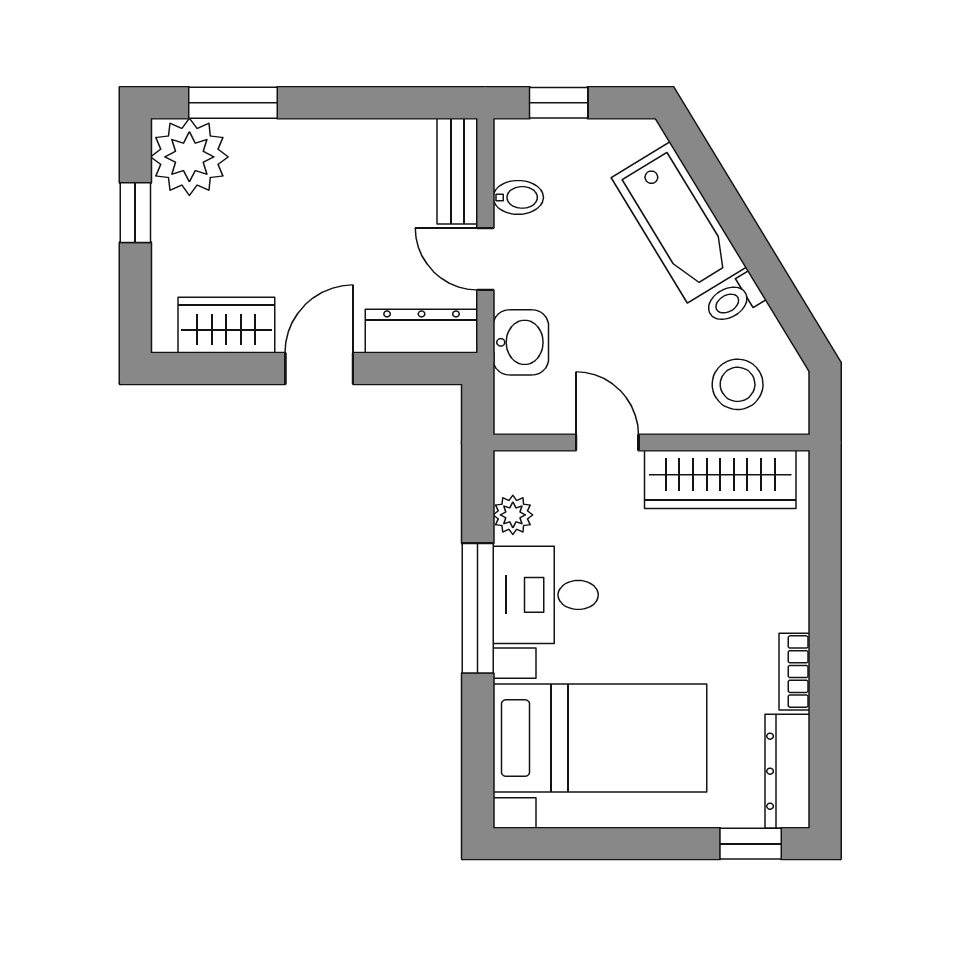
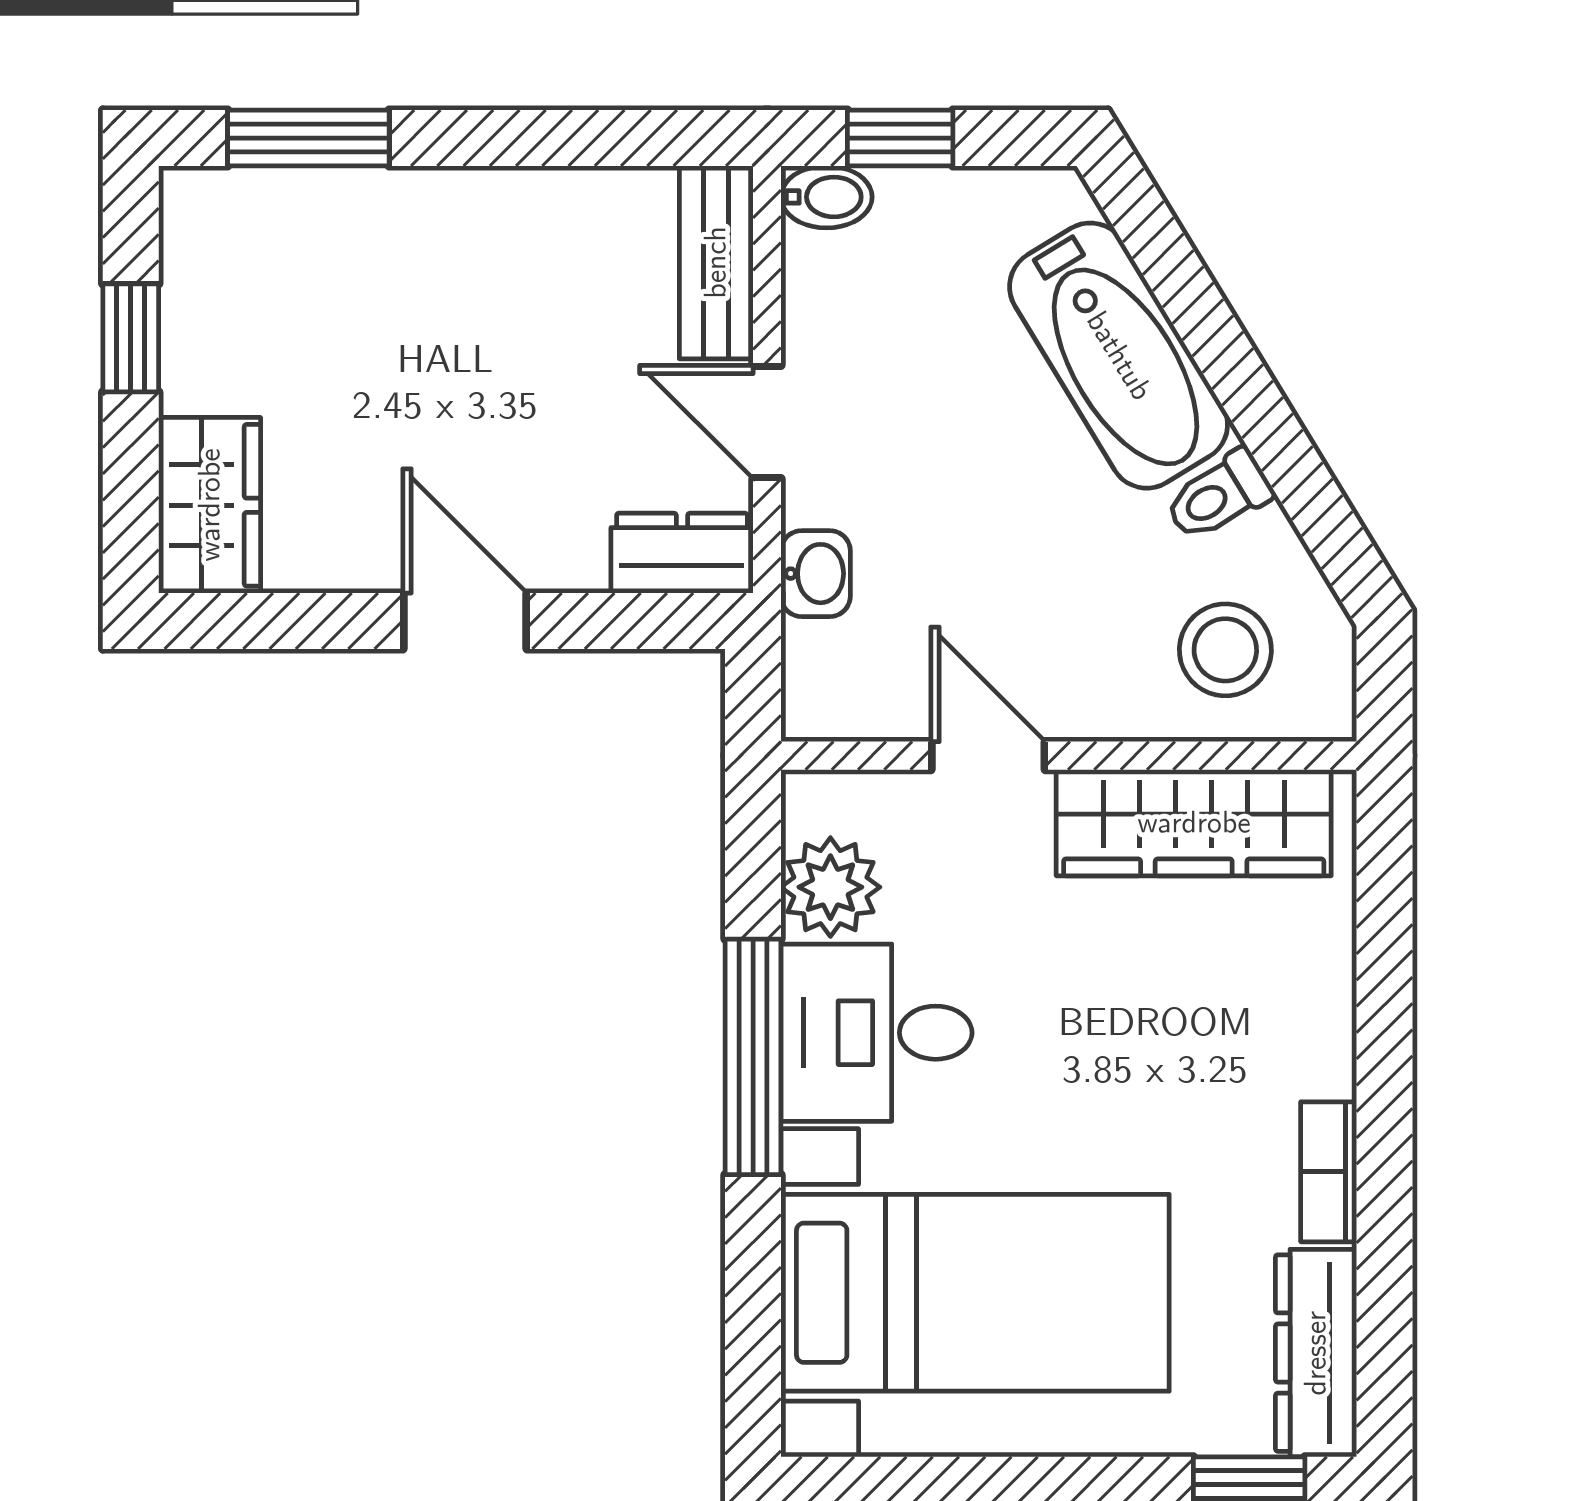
plant: (189, 157) -> (229, 236), removed
bidet: (518, 197) -> (827, 197), moved
wardrobe: (226, 325) -> (210, 505), moved, turned 90
dresser: (422, 331) -> (682, 553), width x0.70
washbasin: (521, 342) -> (816, 574), width x0.72, depth x0.69
door: (319, 368) -> (465, 621), hinge flipped
plant: (513, 515) -> (830, 887), width x1.38, depth x1.38

